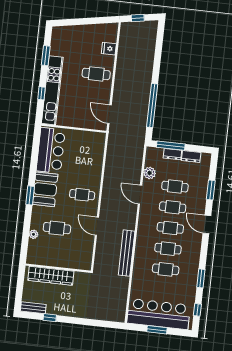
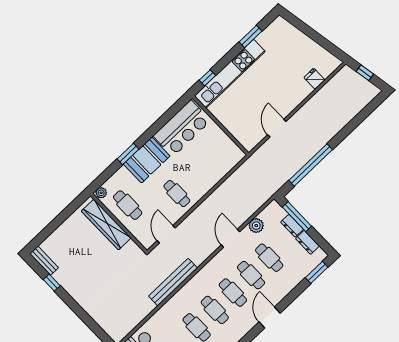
cafe table: (96, 74) -> (283, 92), removed
window: (41, 93) -> (207, 78), moved
door: (109, 114) -> (277, 128), moved
window: (211, 190) -> (317, 272), moved
wall: (58, 268) -> (119, 223), moved
wardrobe: (51, 276) -> (106, 224), moved

